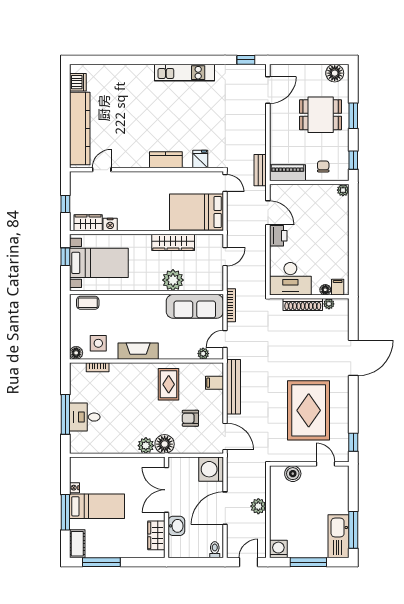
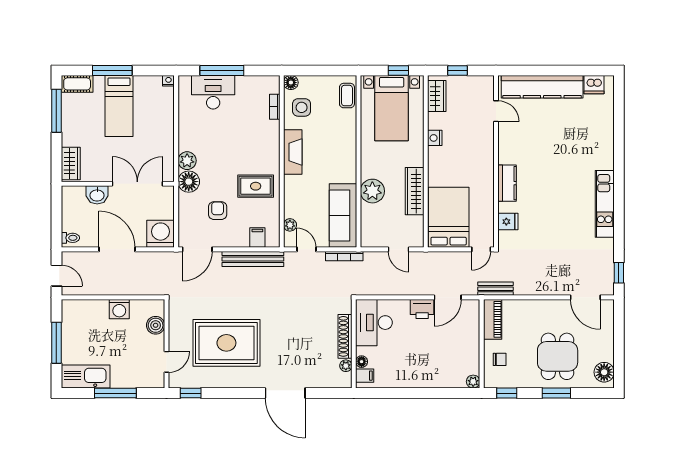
nightstand: (110, 224) -> (435, 138), moved
desk: (85, 417) -> (213, 92), width x1.37
nightstand: (74, 488) -> (168, 81), moved
plant: (258, 506) -> (119, 287), removed
window: (353, 530) -> (115, 393), moved
wardrobe: (156, 535) -> (71, 163), moved, turned 90
washing machine: (278, 549) -> (119, 309), moved, turned 90

